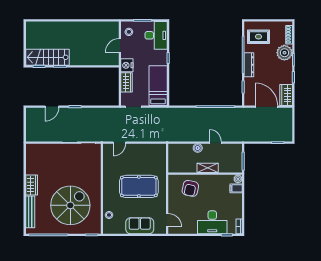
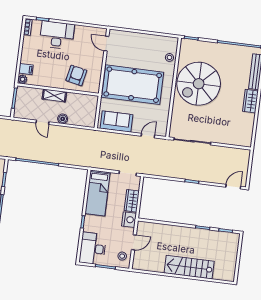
stairs: (47, 57) -> (189, 267), moved, turned 180
door: (52, 107) -> (233, 187), moved
pool table: (139, 186) -> (133, 85), width x1.36, depth x1.32
spiral stairs: (70, 205) -> (199, 84), moved
sofa: (140, 226) -> (117, 122), moved, turned 180

